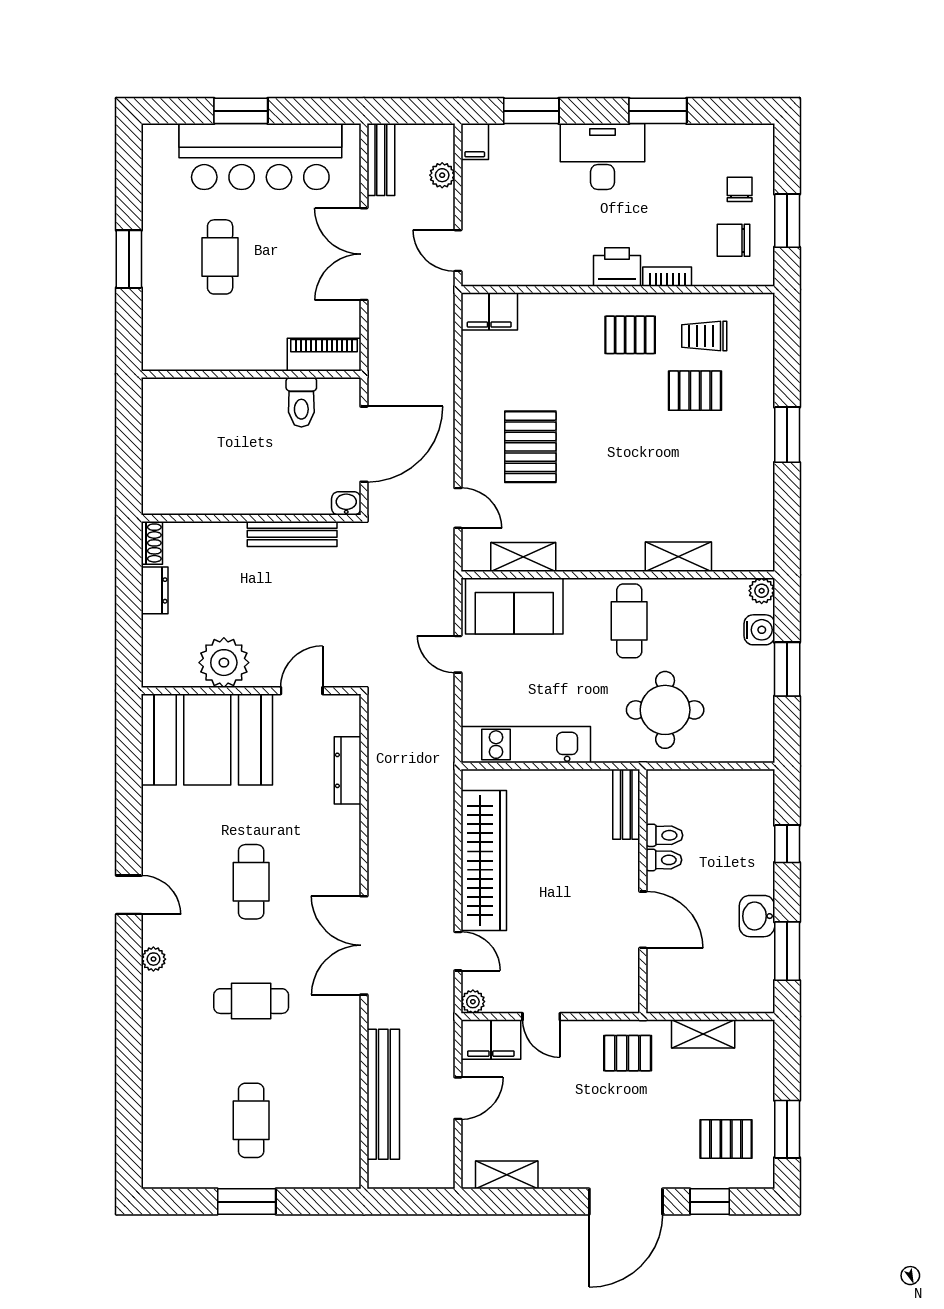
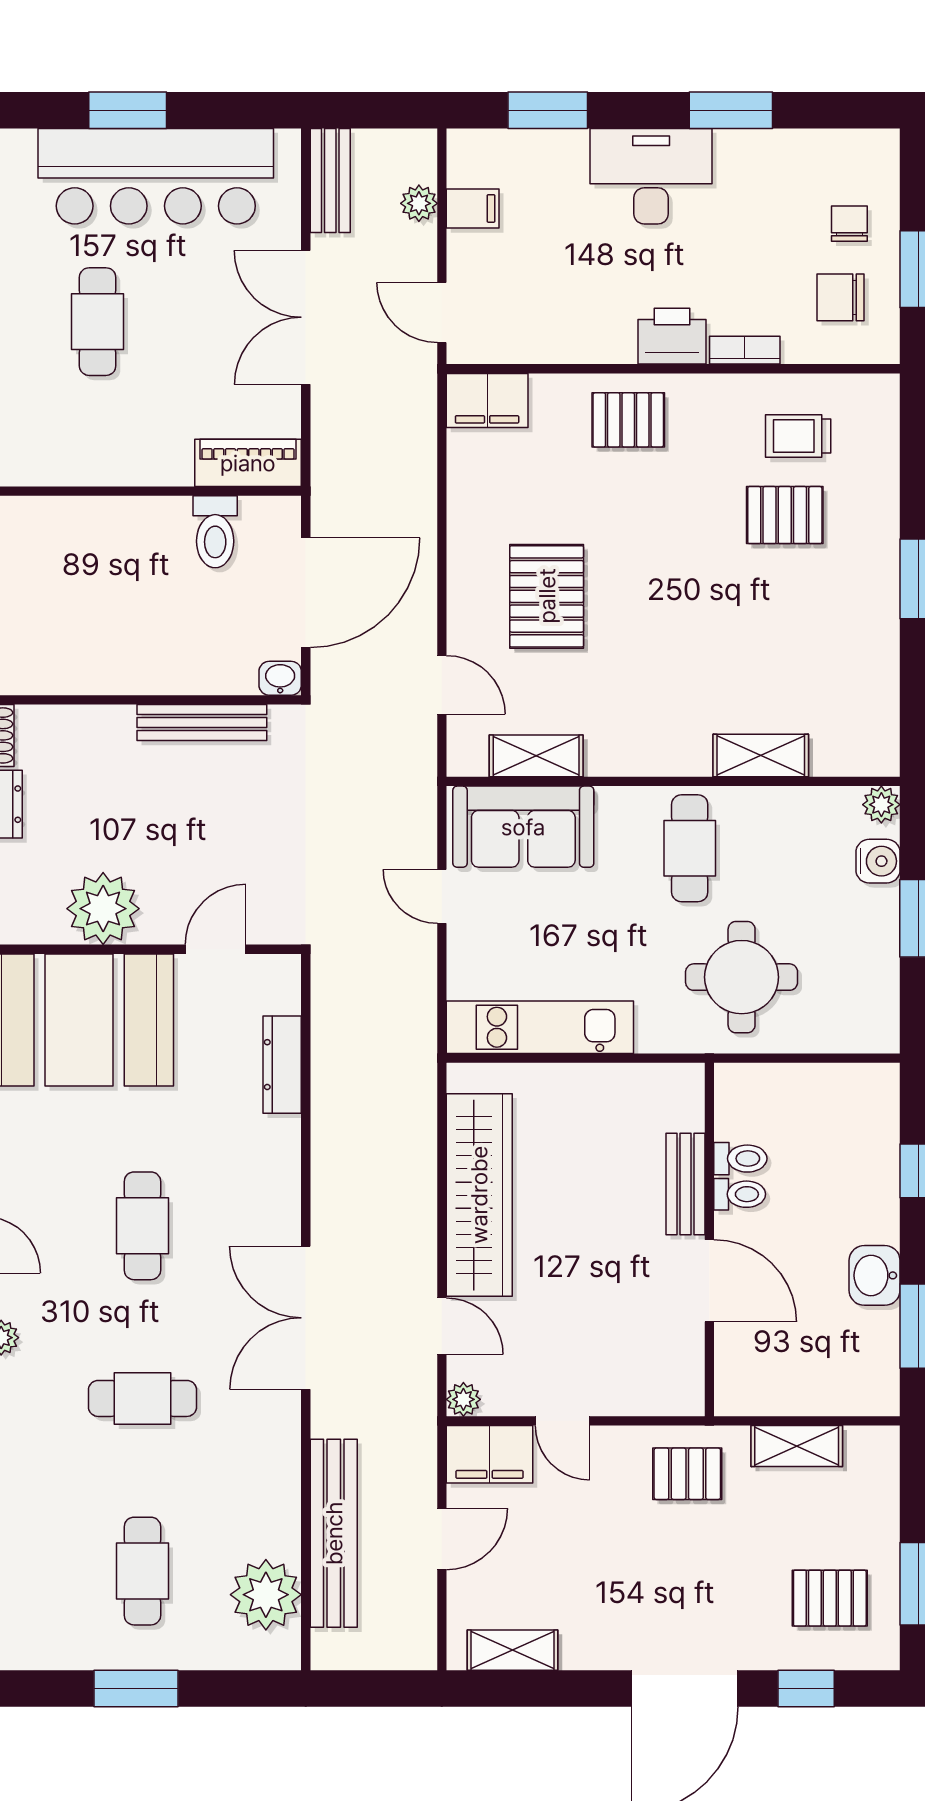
filing cabinet: (475, 142) -> (473, 208), moved, turned -90
pallet: (630, 335) -> (628, 420), moved
bench: (626, 804) -> (685, 1184), moved
plant: (336, 1137) -> (266, 1595), added

